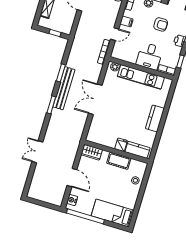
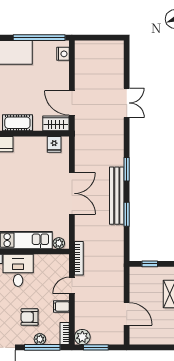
armchair: (161, 24) -> (29, 317), moved
fridge: (121, 145) -> (54, 144), moved
door: (72, 178) -> (72, 103), moved

